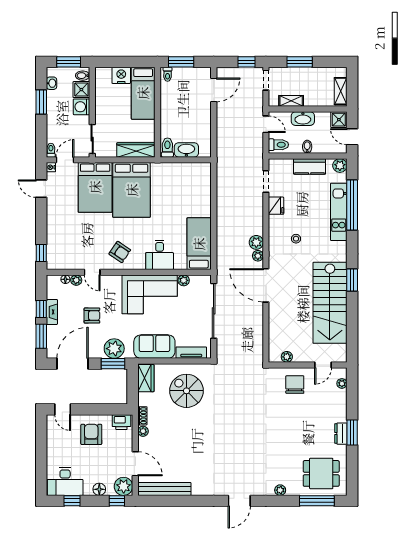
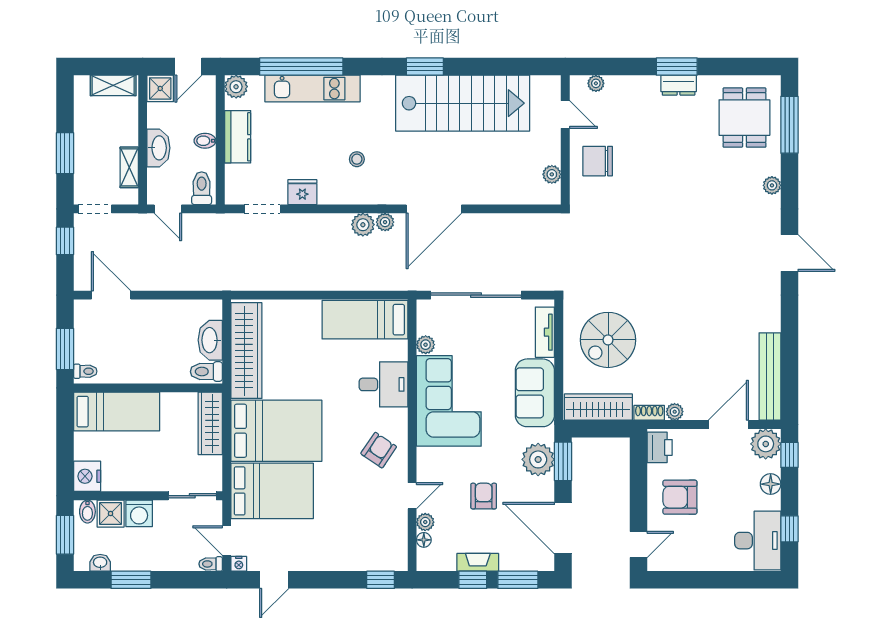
nightstand: (121, 75) -> (87, 476), moved
door: (266, 124) -> (168, 209), swing flipped
wardrobe: (180, 172) -> (246, 351), added
wardrobe: (146, 378) -> (598, 407), width x1.50

